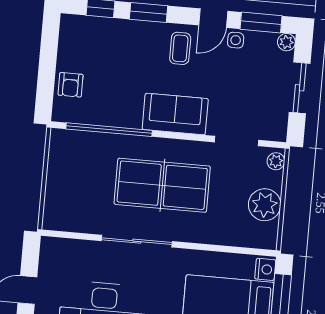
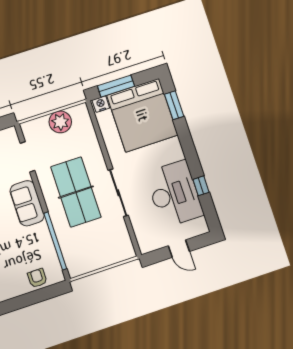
armchair: (71, 85) -> (37, 278), turned -90
plant: (276, 161) -> (30, 127), removed

